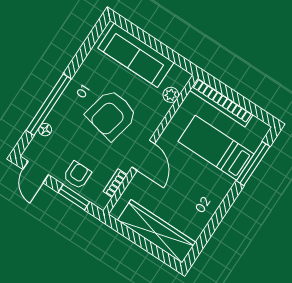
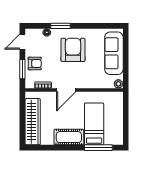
plant: (171, 95) -> (118, 84), moved
bookcase: (221, 102) -> (118, 112), removed
window: (49, 105) -> (61, 26), width x0.47
armchair: (111, 115) -> (73, 50), moved, turned 78
cot: (211, 195) -> (69, 137), added

